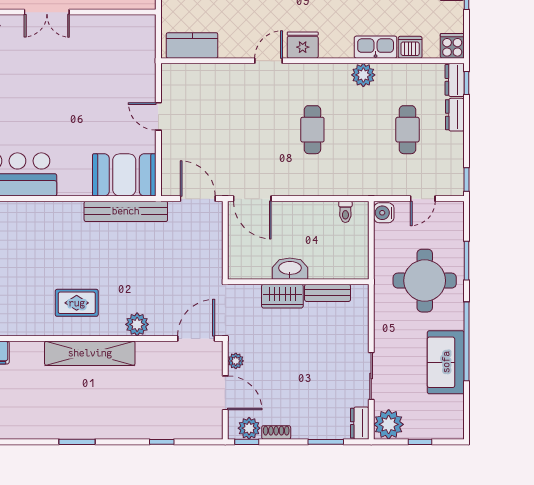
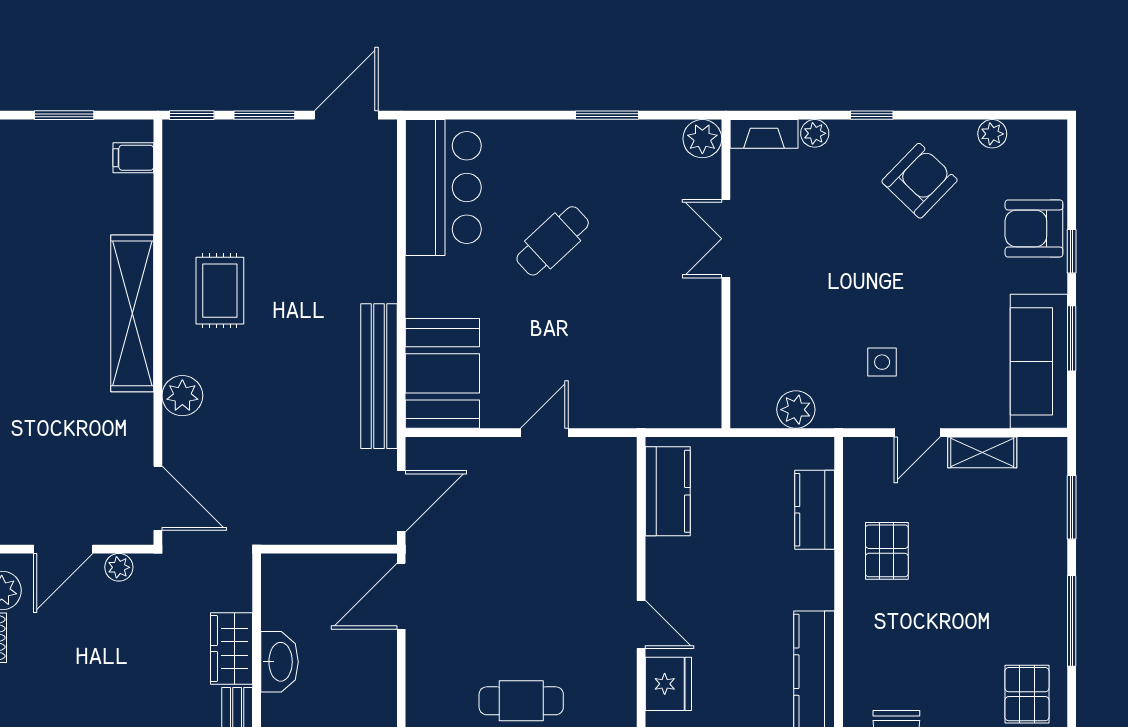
cafe table: (48, 112) -> (553, 241), added

